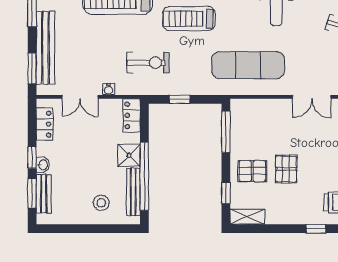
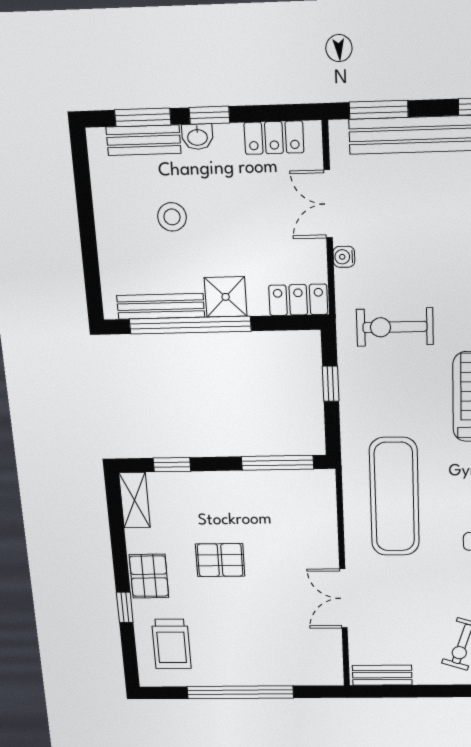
exercise bike: (148, 63) -> (395, 327), turned 90
pallet: (252, 171) -> (149, 576), moved
stool: (101, 203) -> (172, 217), moved

